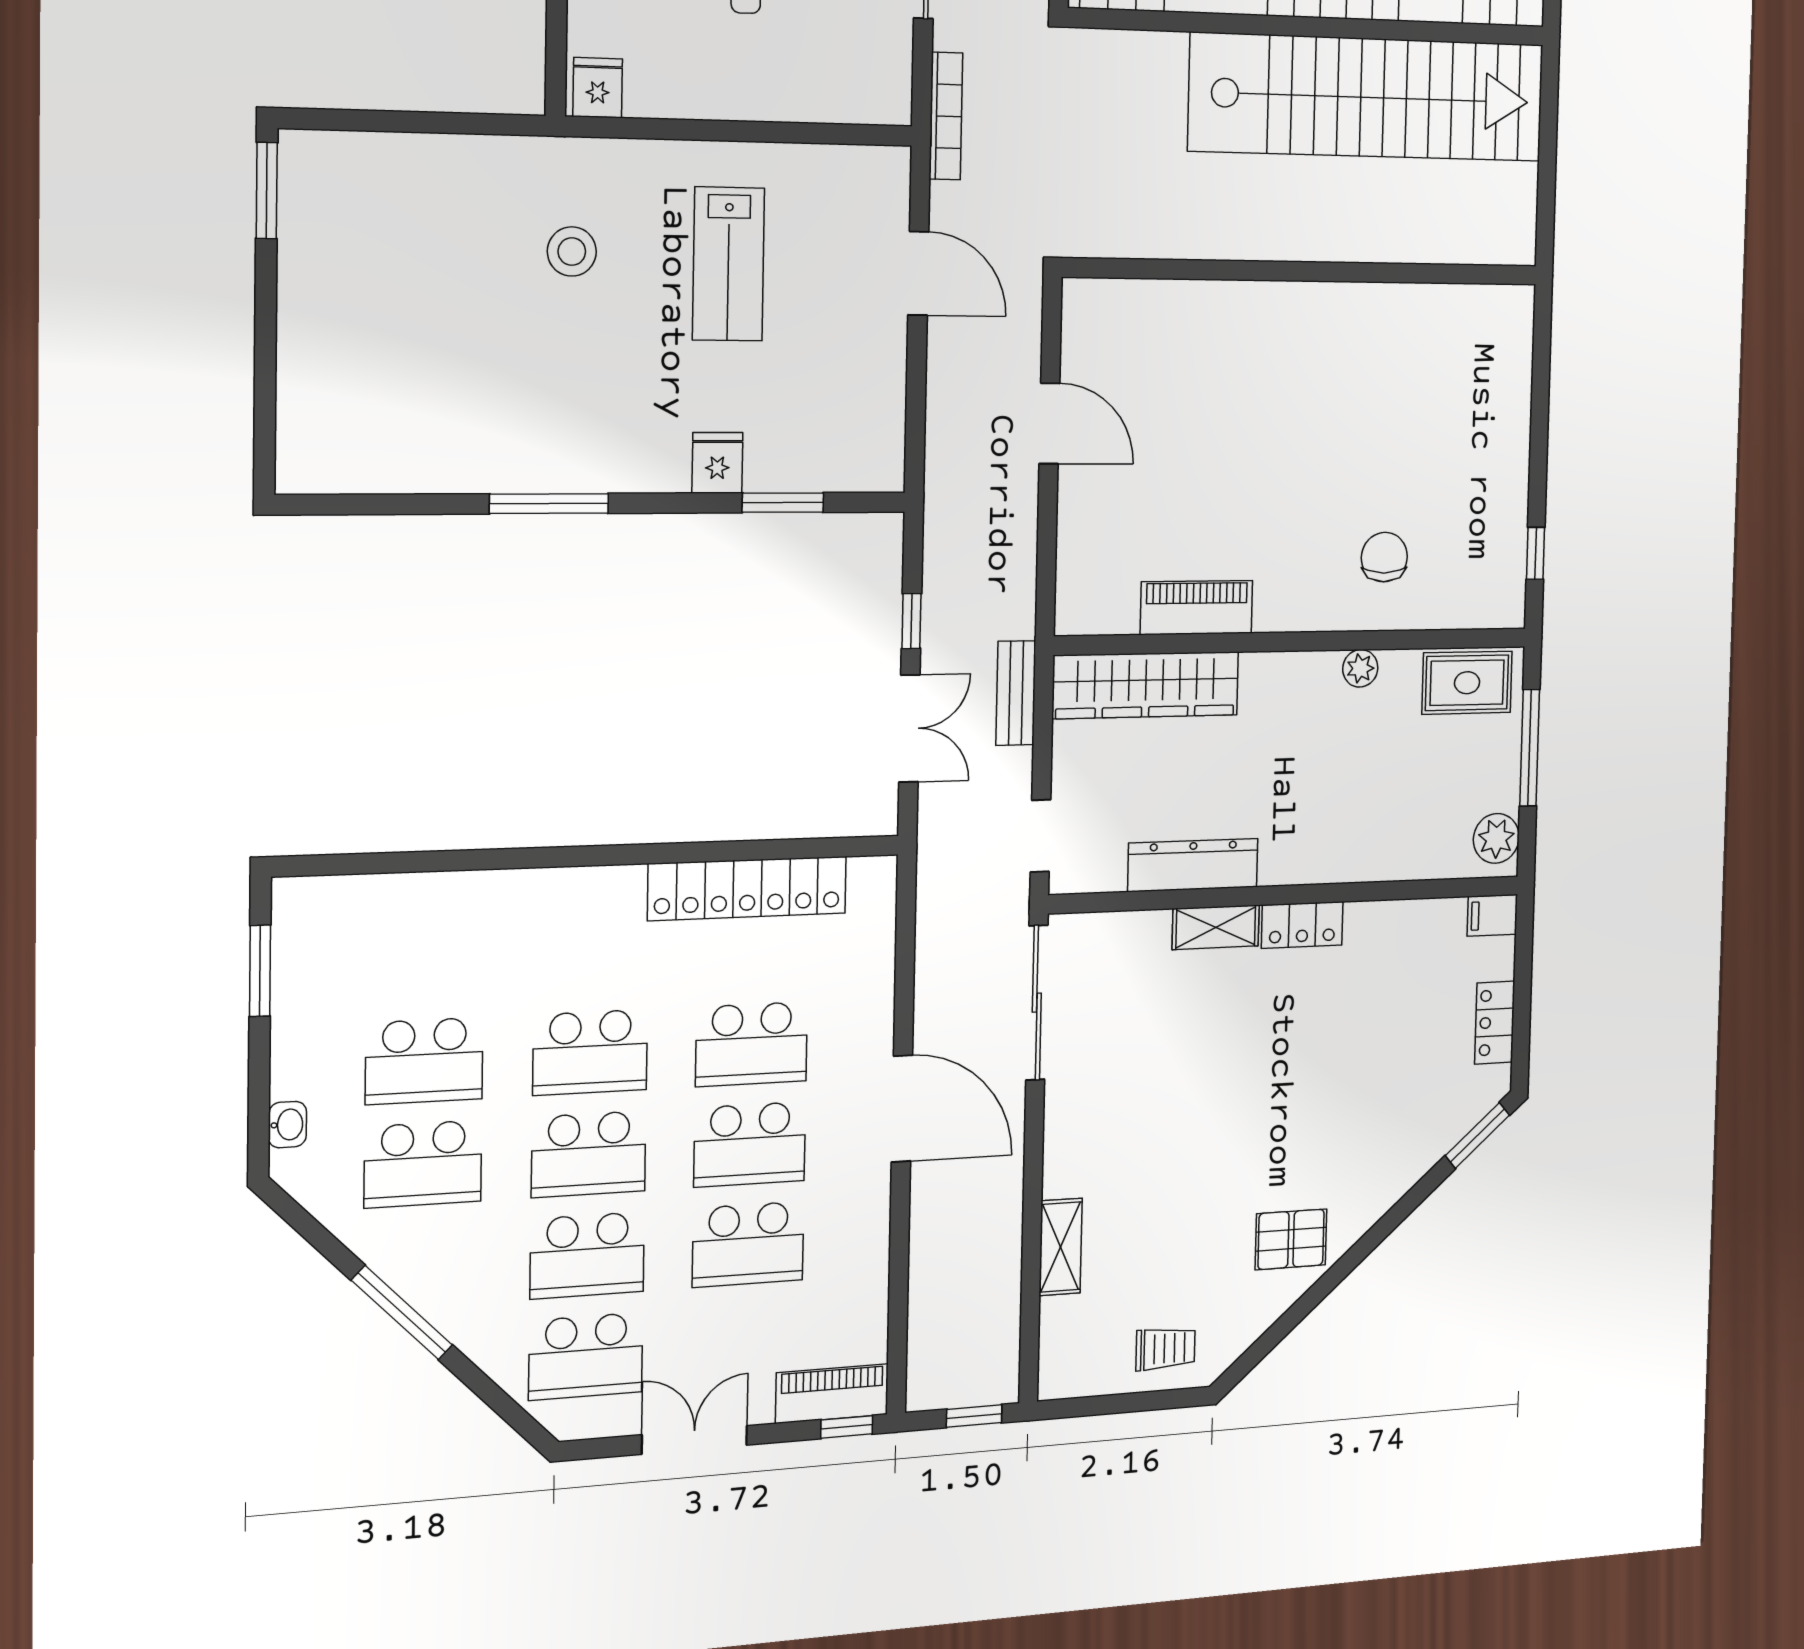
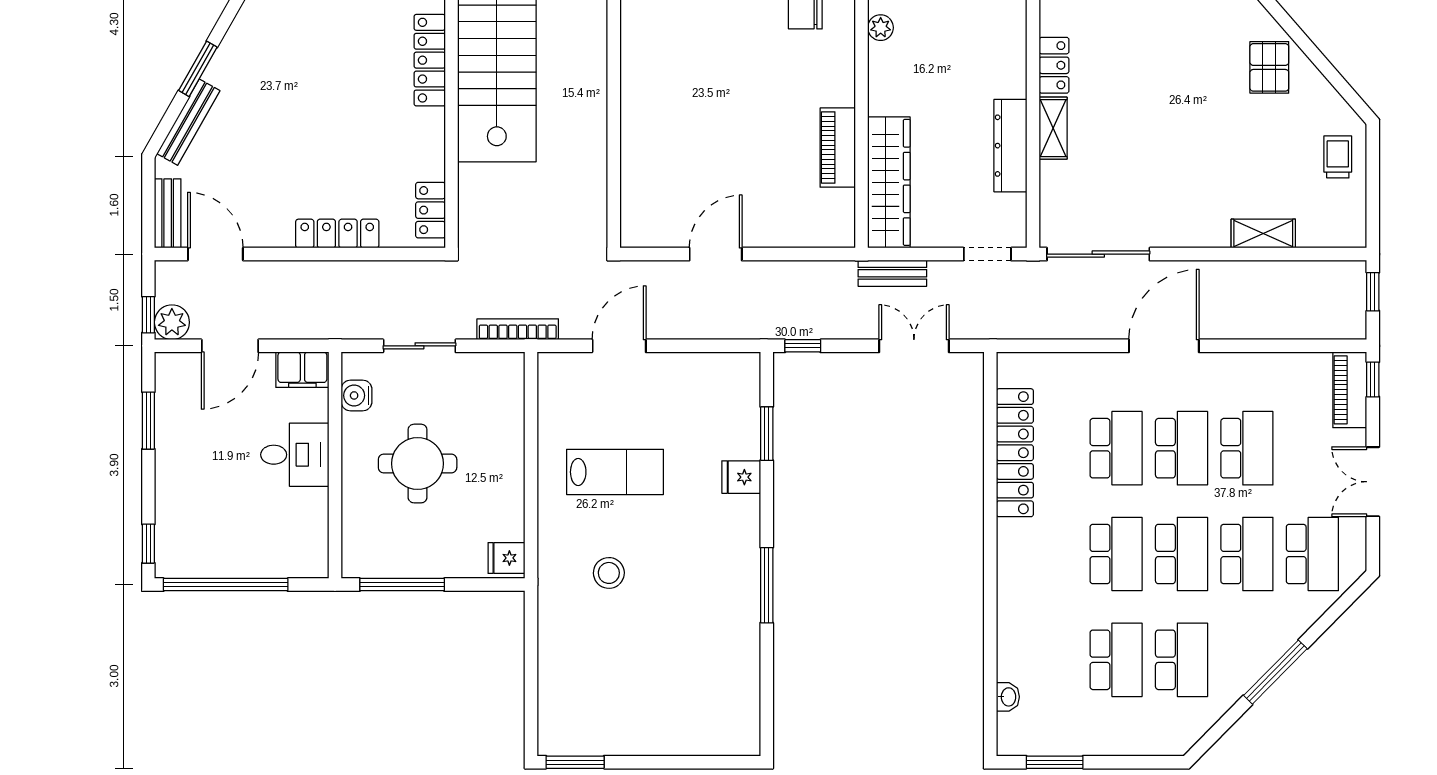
window: (911, 621) -> (803, 346), moved
washbasin: (287, 1125) -> (1008, 697), moved, turned 90

